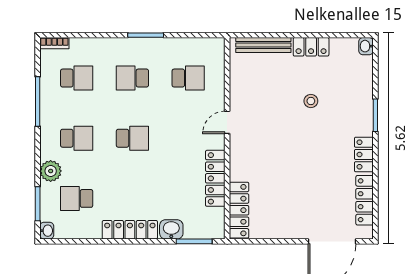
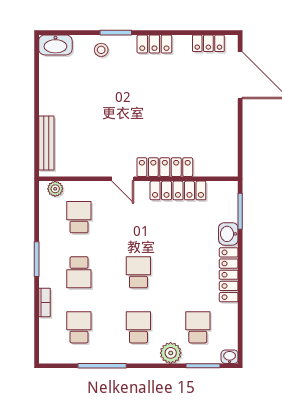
bookcase: (54, 43) -> (45, 302), moved
washbasin: (366, 46) -> (55, 45), width x1.91, depth x1.45
locker: (311, 47) -> (48, 96), removed
plant: (217, 54) -> (55, 189), added
stool: (311, 101) -> (101, 50), moved
school desk: (77, 198) -> (198, 327), turned 180
locker: (365, 200) -> (208, 43), width x0.66
locker: (239, 210) -> (165, 167), moved

